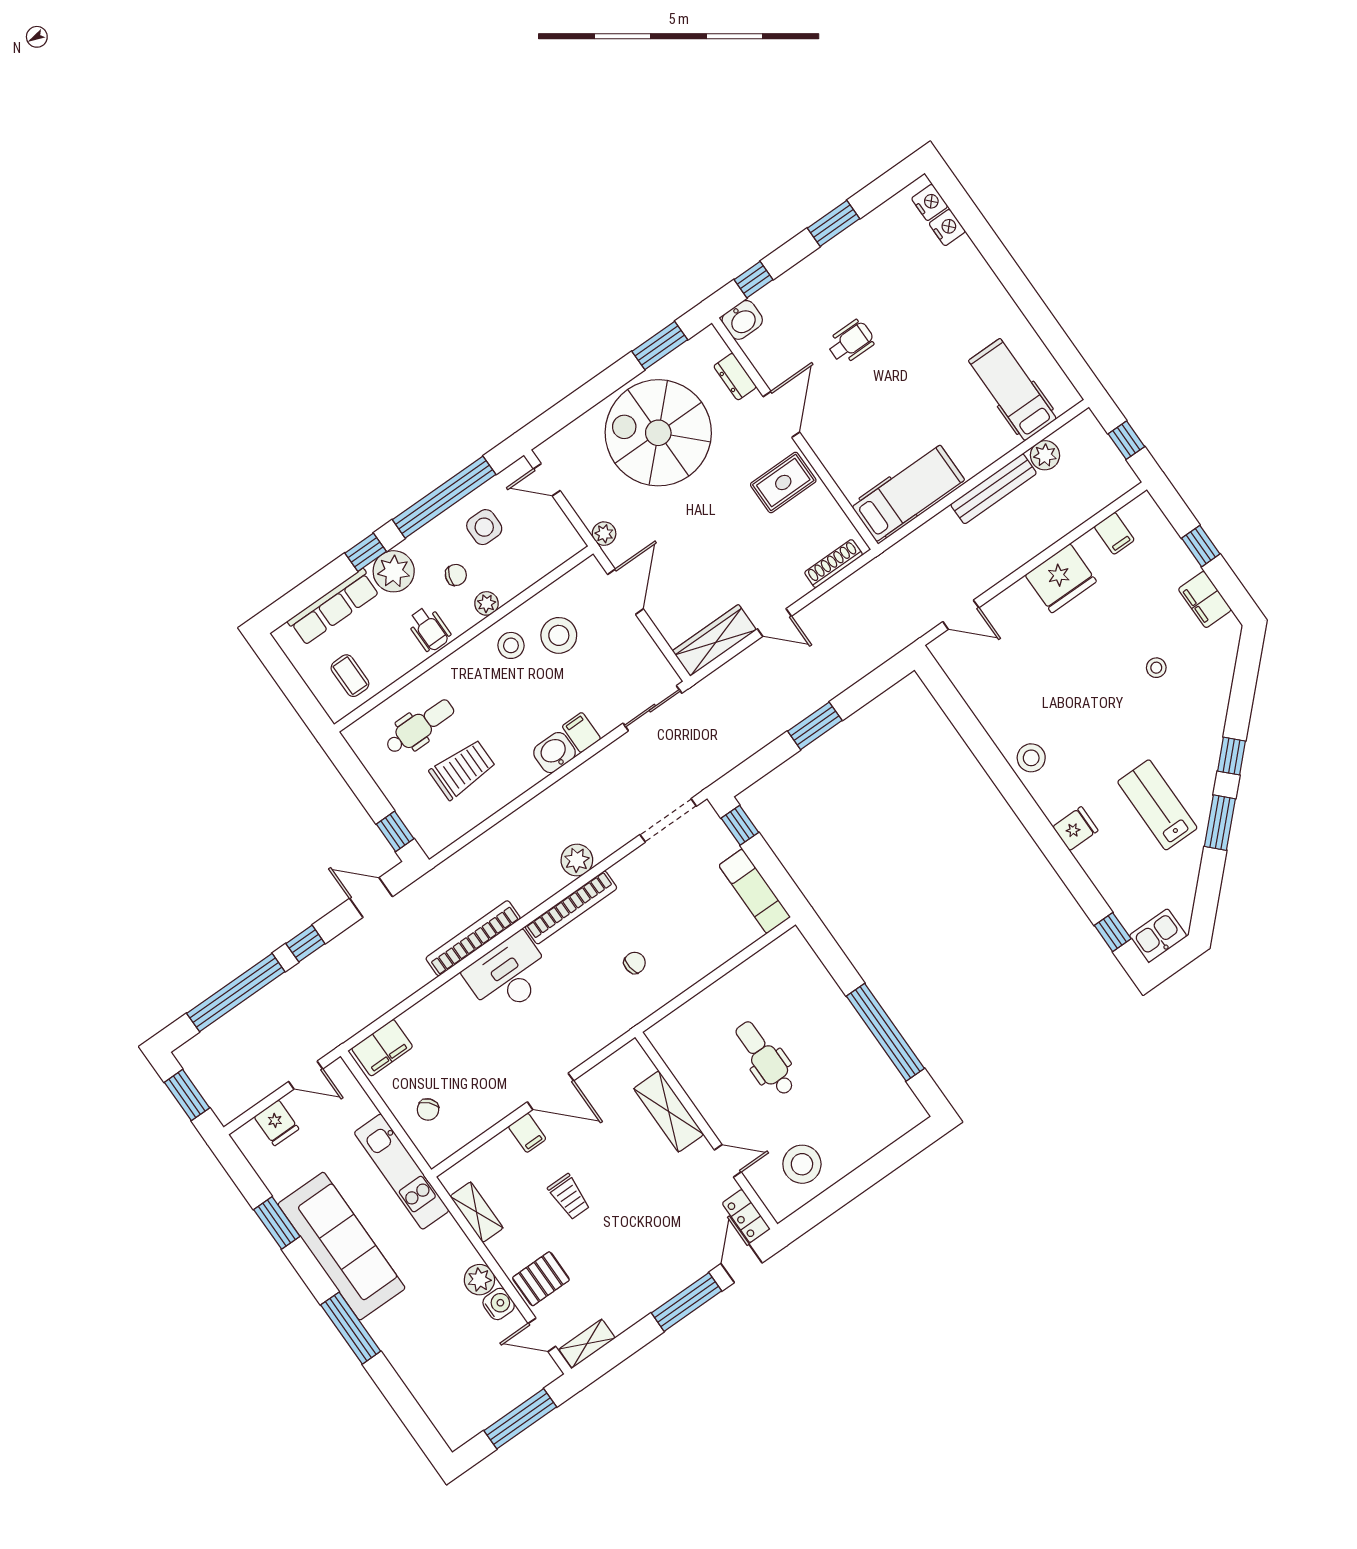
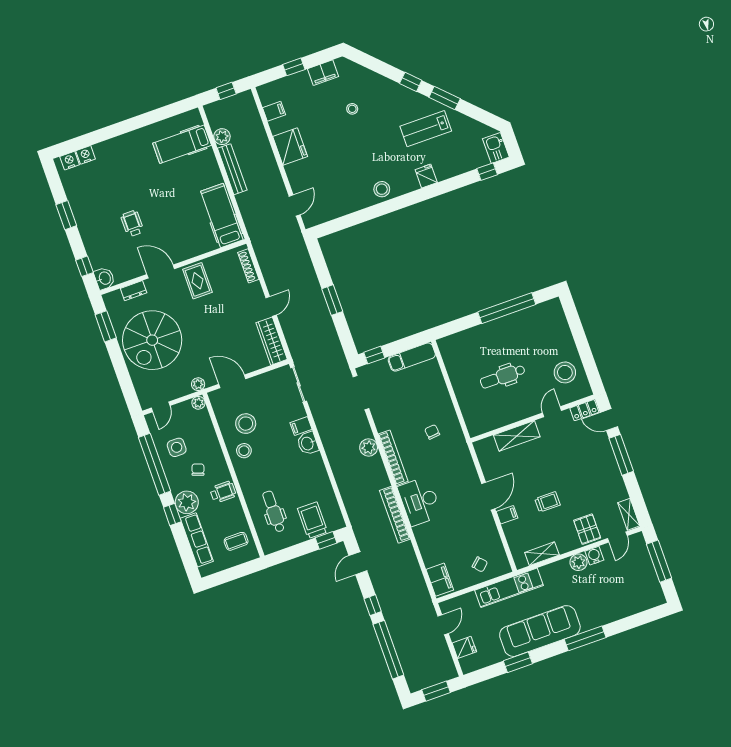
plant: (486, 603) -> (198, 403), moved
trolley: (462, 769) -> (313, 520), moved

